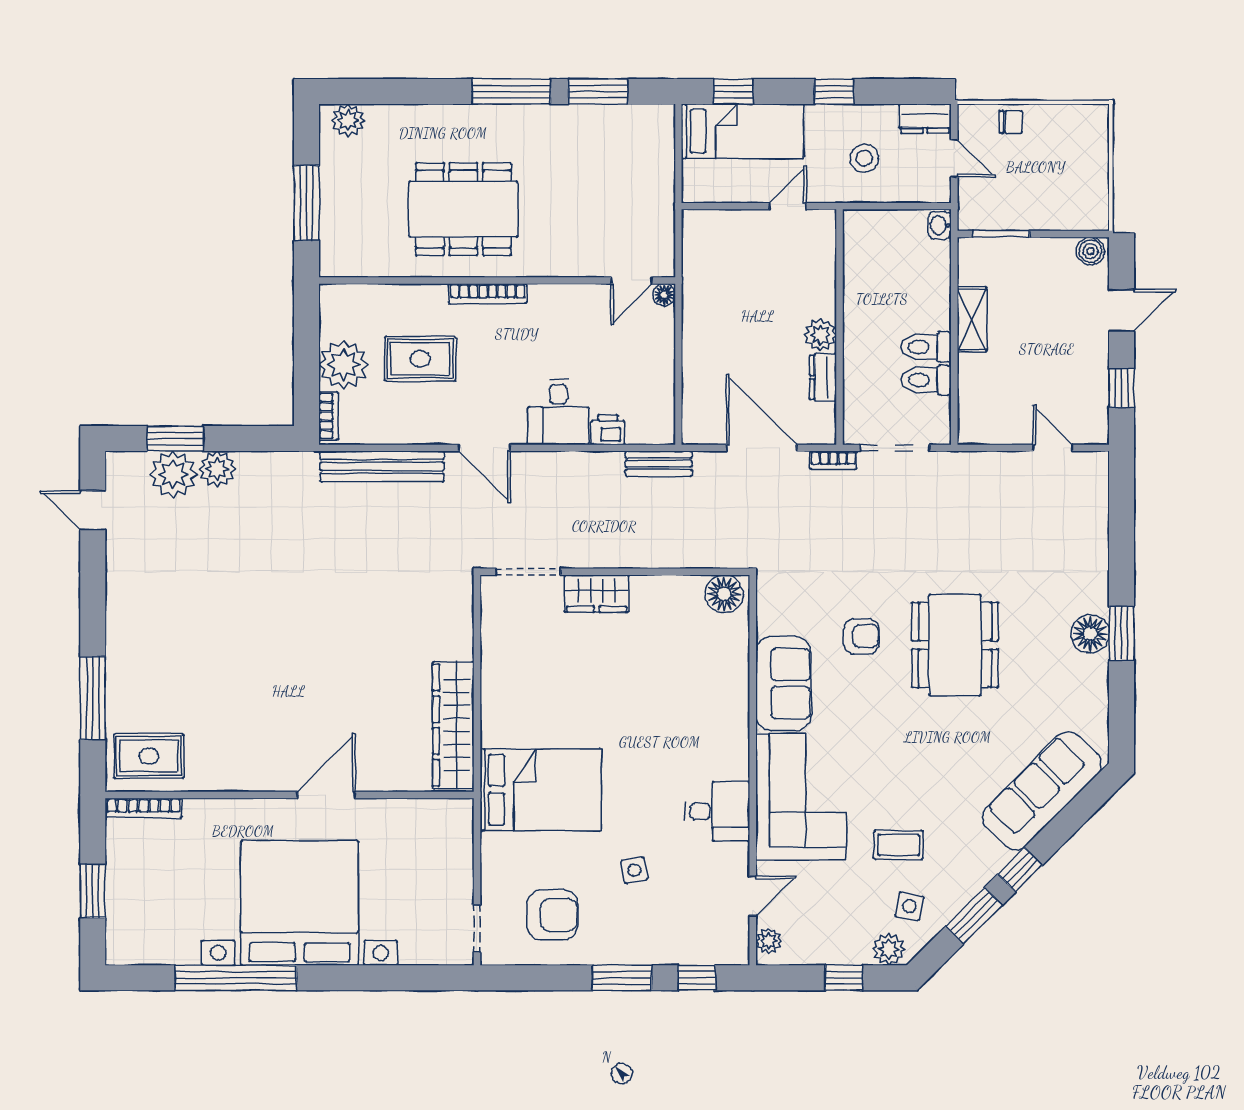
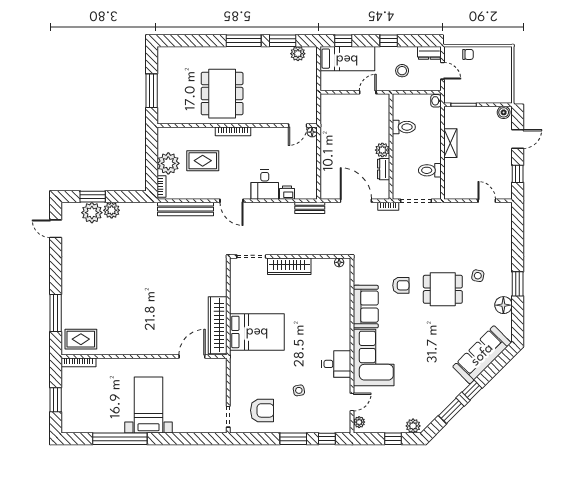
plant: (348, 120) -> (298, 54), moved
dining table: (463, 209) -> (222, 94), turned 90
toilet: (926, 347) -> (404, 127), moved, turned 180
wardrobe: (597, 594) -> (289, 266), width x1.50
floor lamp: (724, 594) -> (339, 262), width x0.53, depth x0.53
floor lamp: (1090, 634) -> (503, 305), moved
dining table: (955, 645) -> (443, 289), width x0.73
bed: (541, 790) -> (257, 332), moved
door: (326, 795) -> (192, 357), moved
coffee table: (899, 845) -> (417, 379), removed
bed with nightstands: (300, 903) -> (149, 405), width x0.54
side table: (909, 906) -> (478, 276), moved

